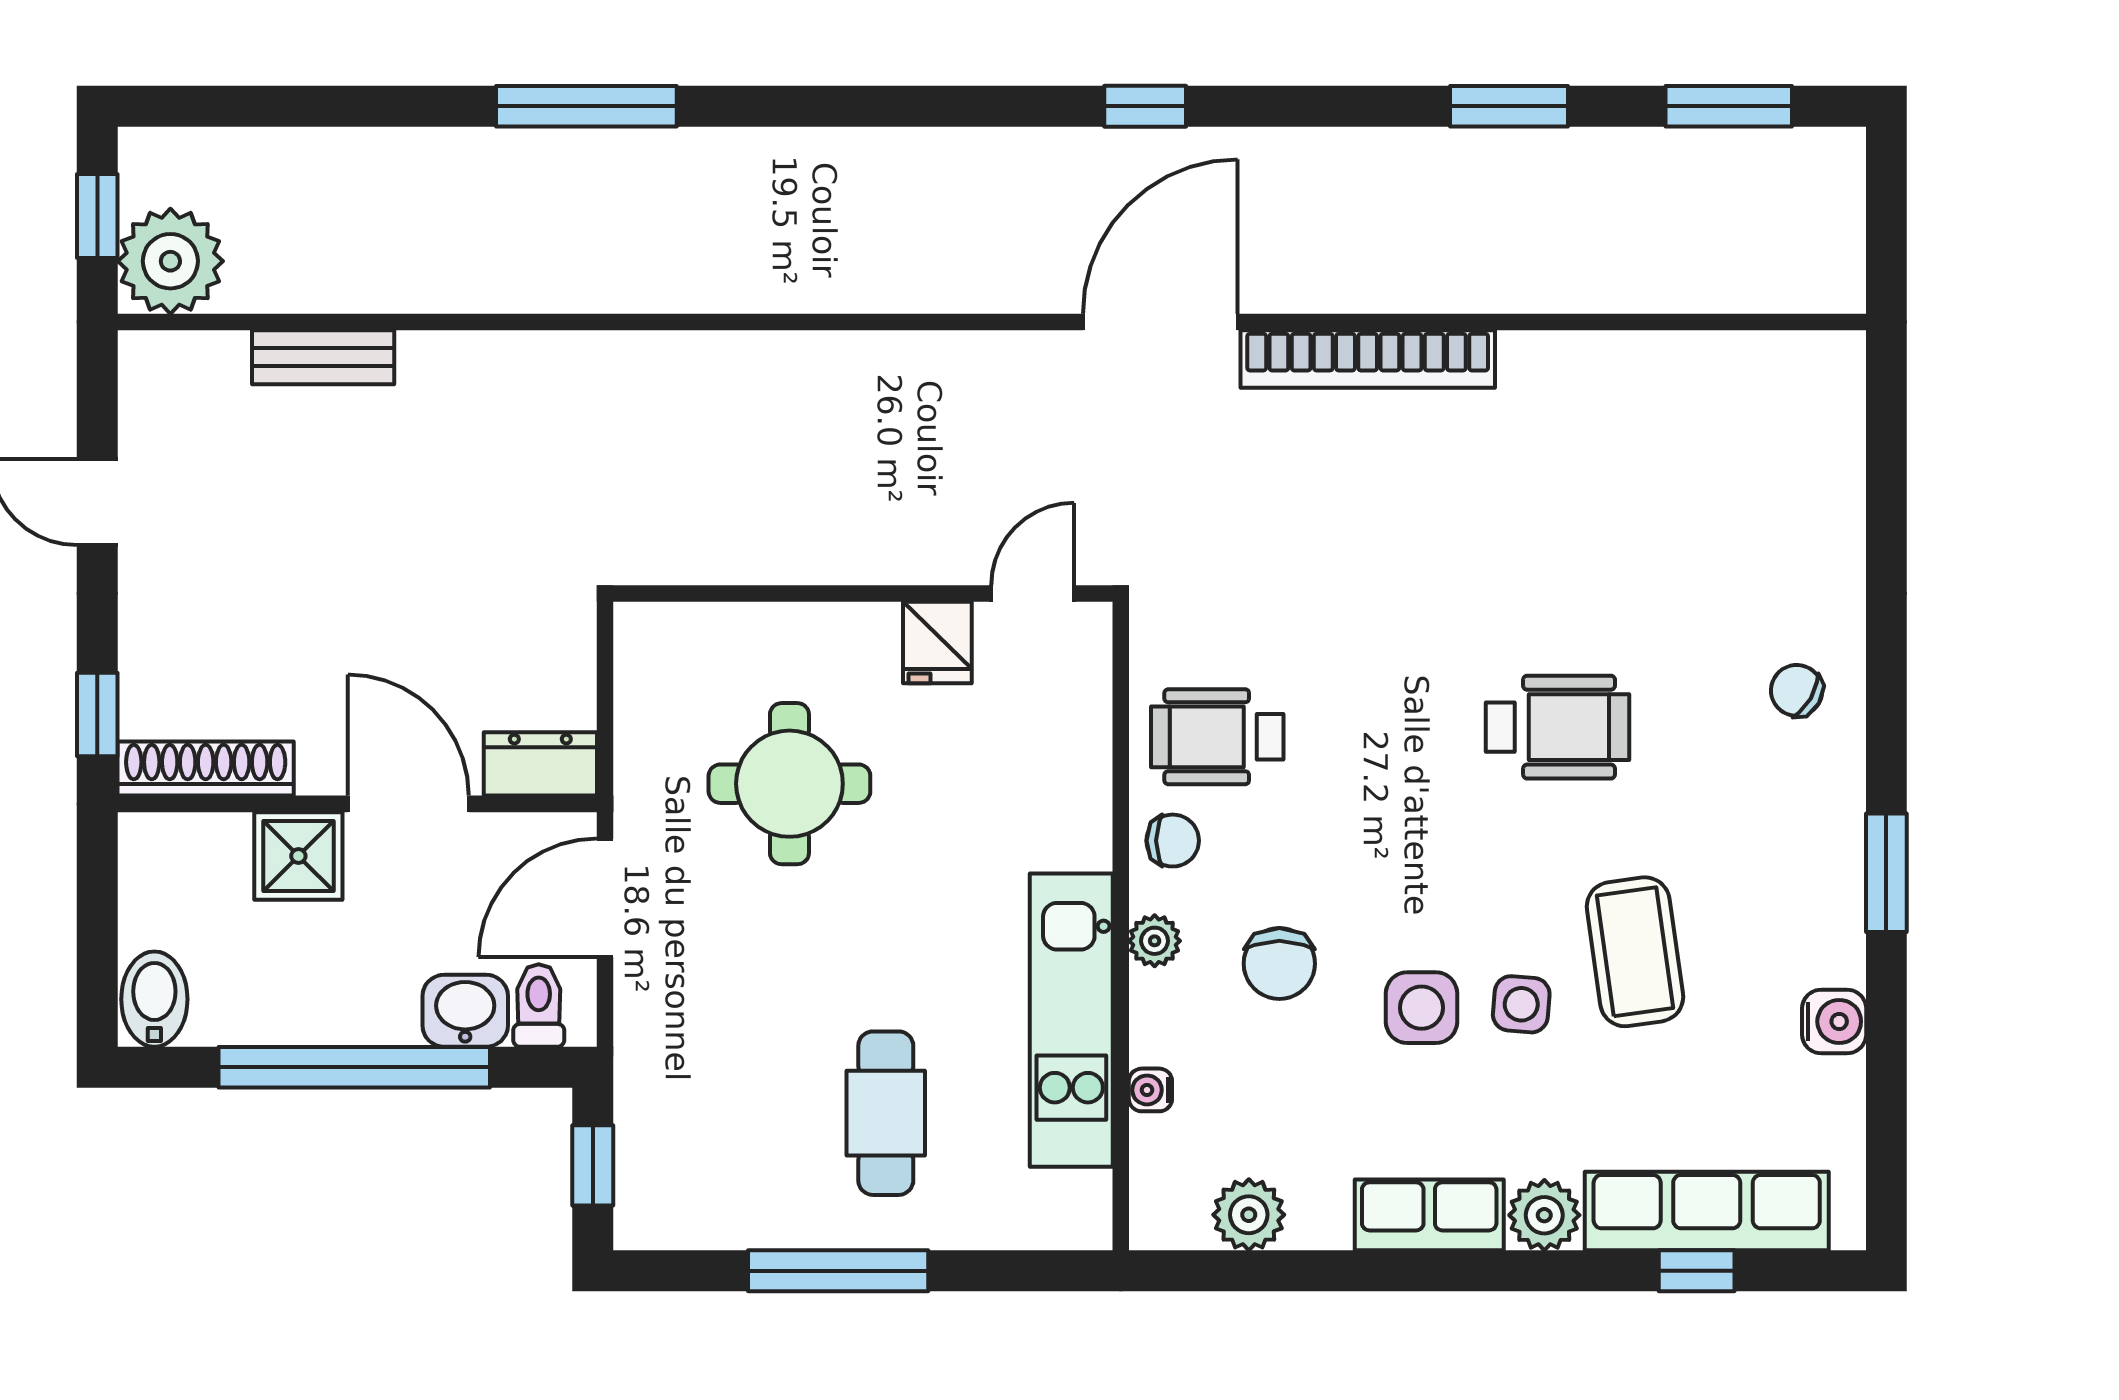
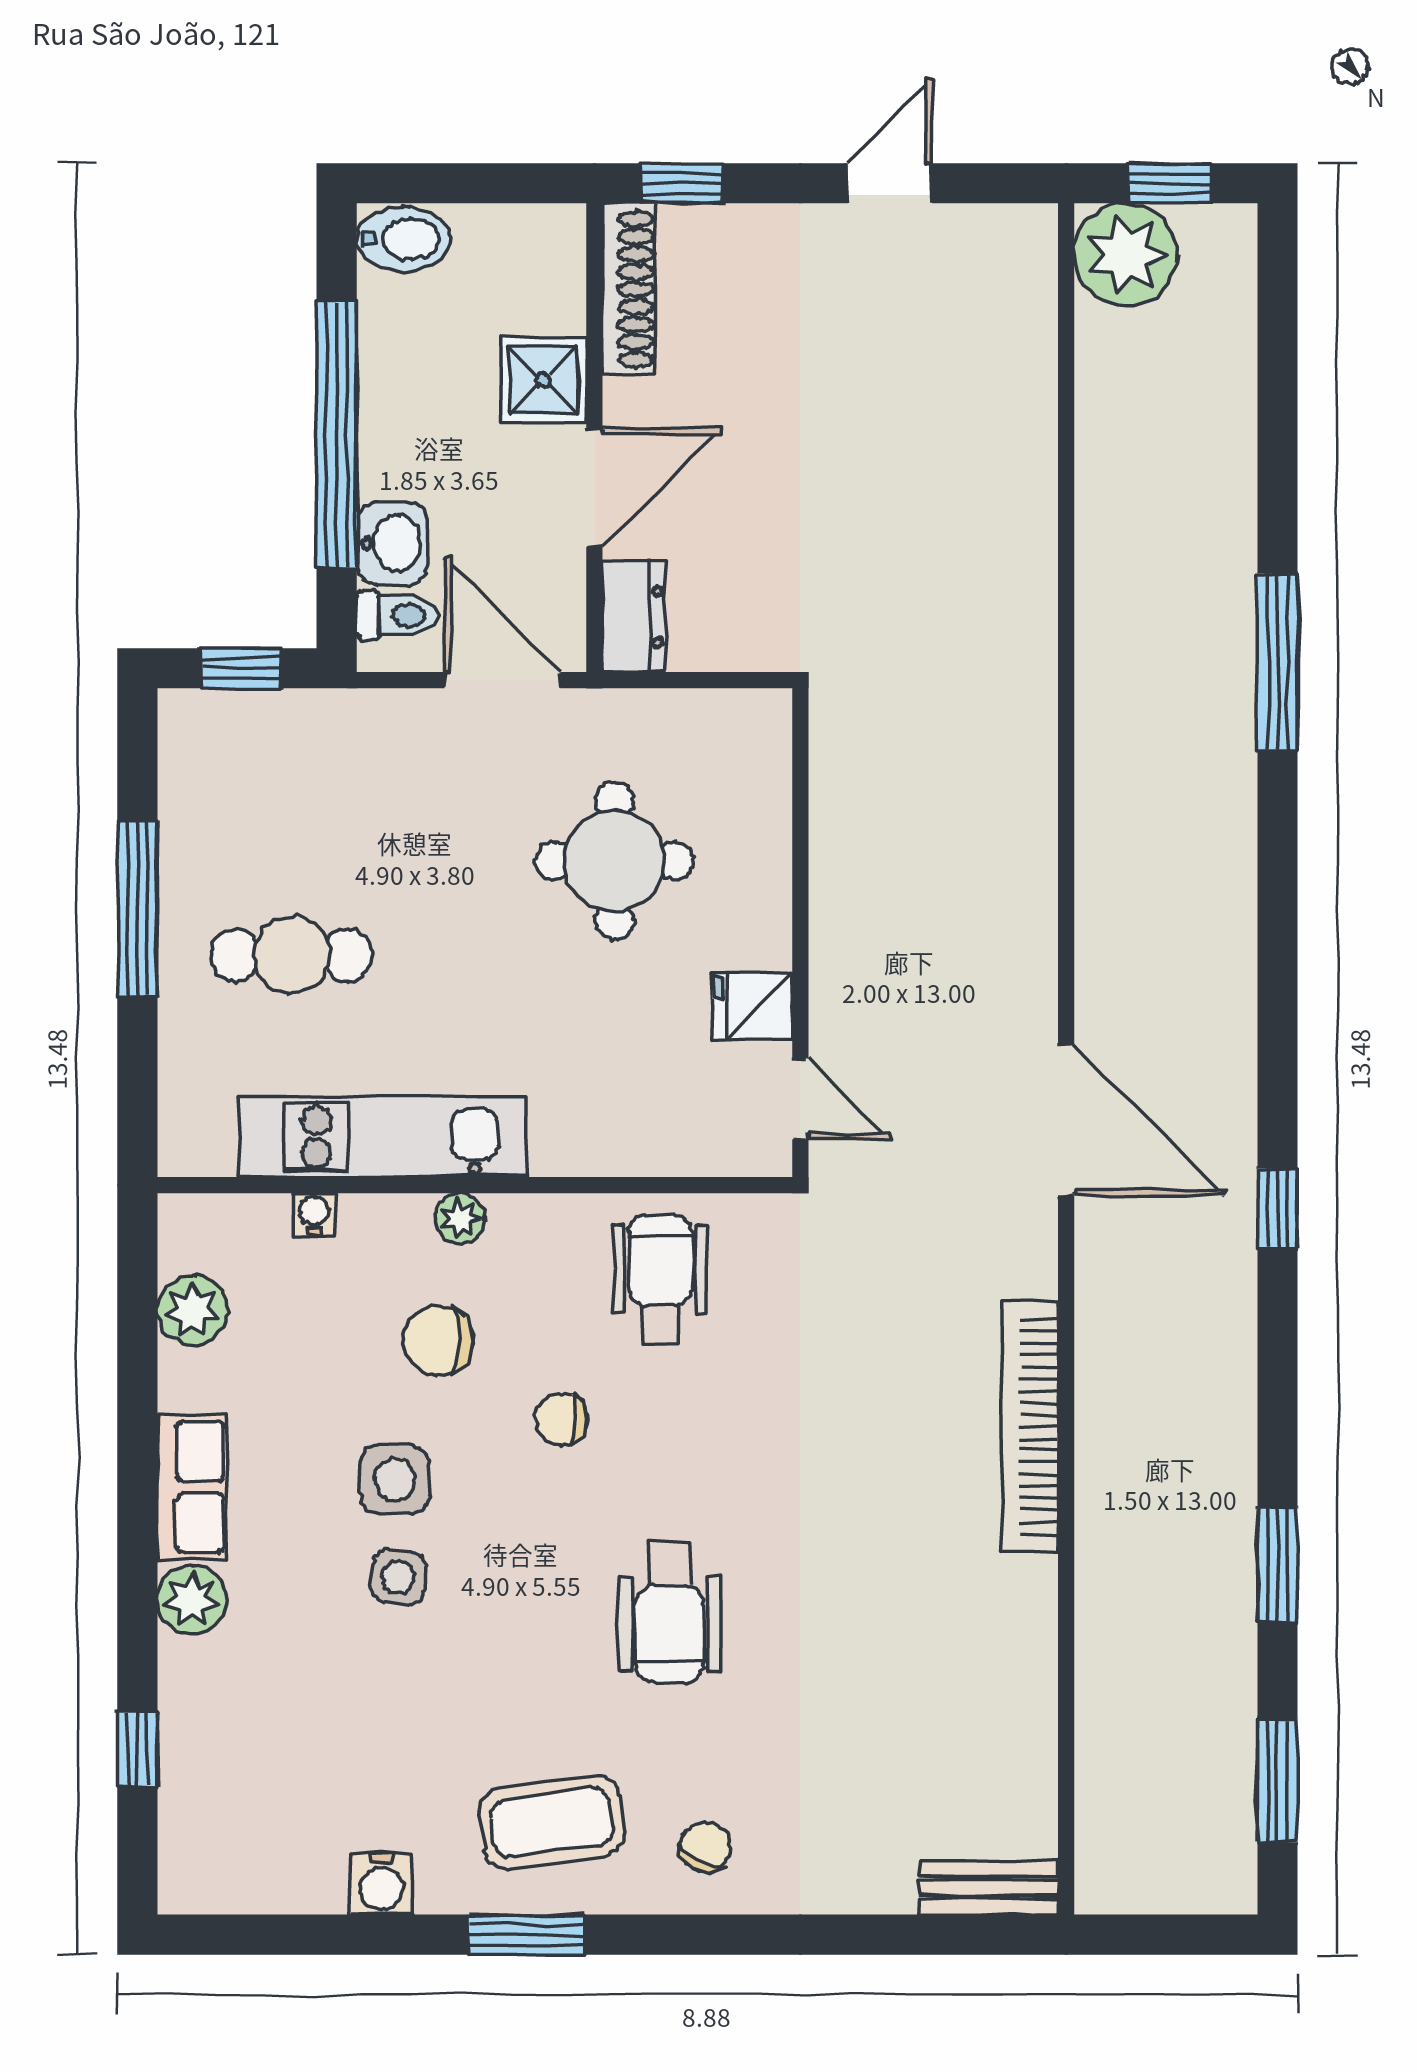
door: (1160, 322) -> (1066, 1120), moved
bench: (323, 357) -> (989, 1888), moved, turned 90
chair: (1173, 841) -> (561, 1419), moved, turned 90
coffee table: (1635, 952) -> (552, 1822), moved
row of seats: (1707, 1211) -> (196, 1759), removed

